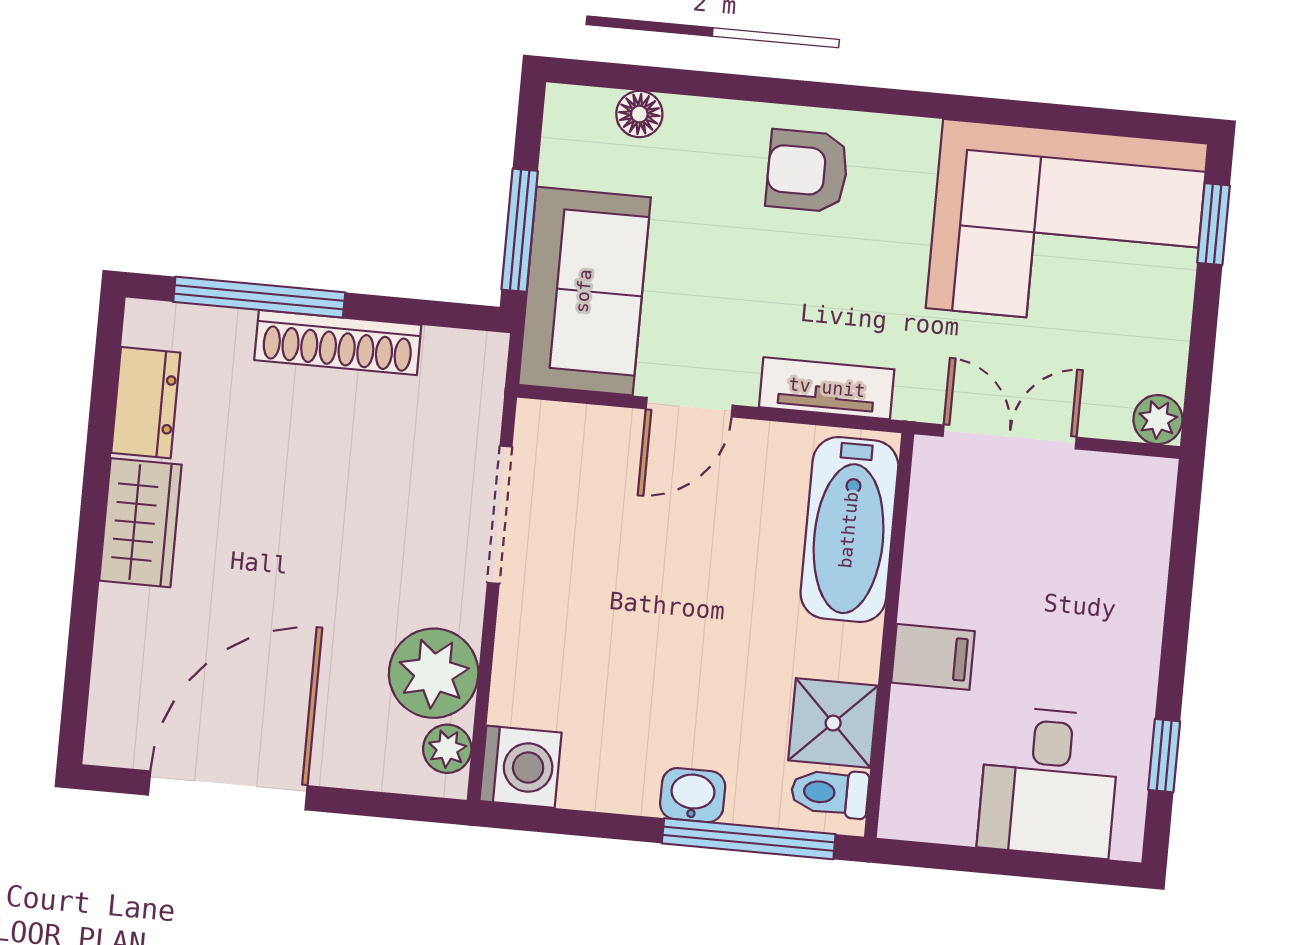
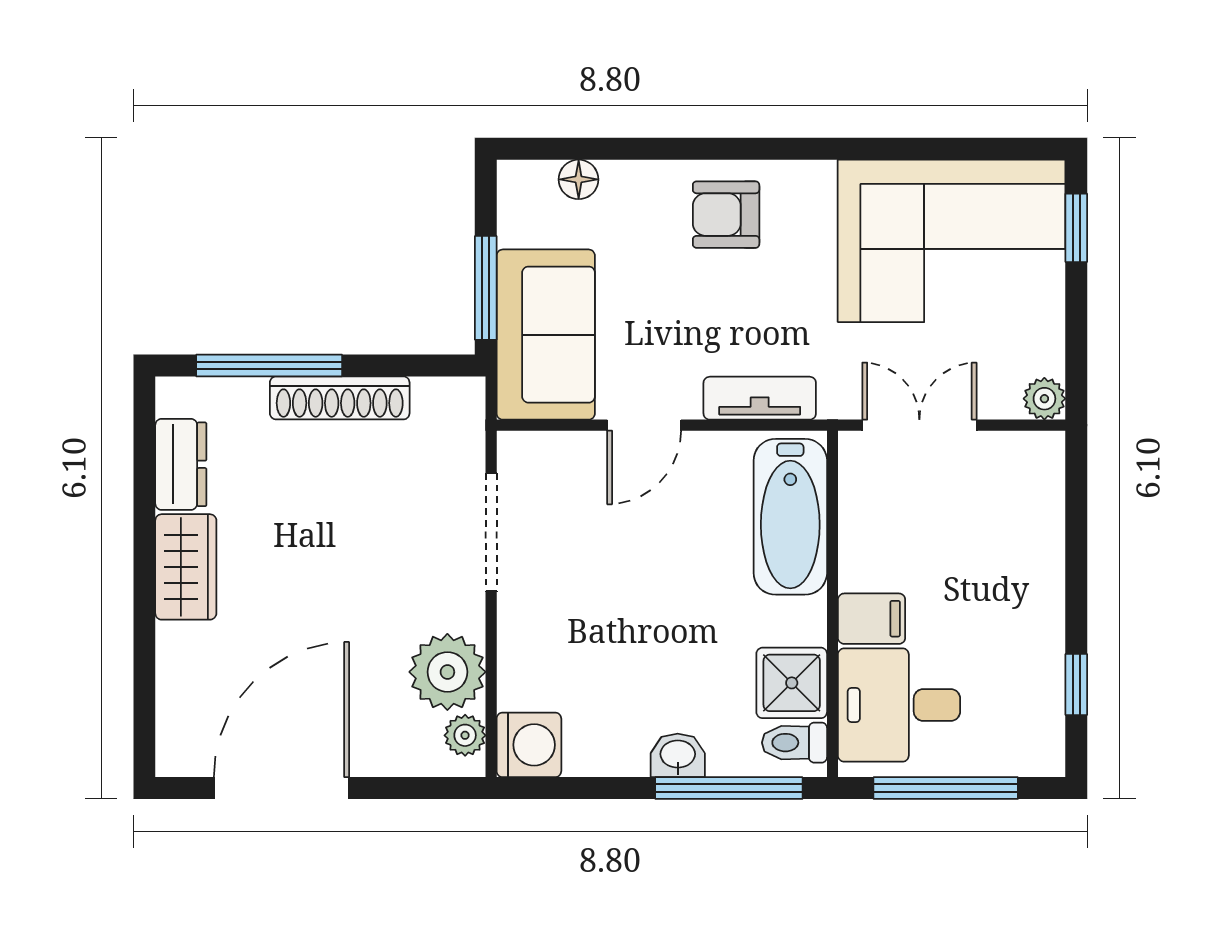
desk: (1049, 782) -> (899, 705), moved, turned 90
window: (1001, 862) -> (946, 788), added

